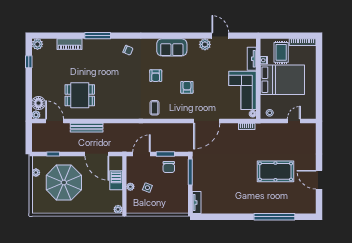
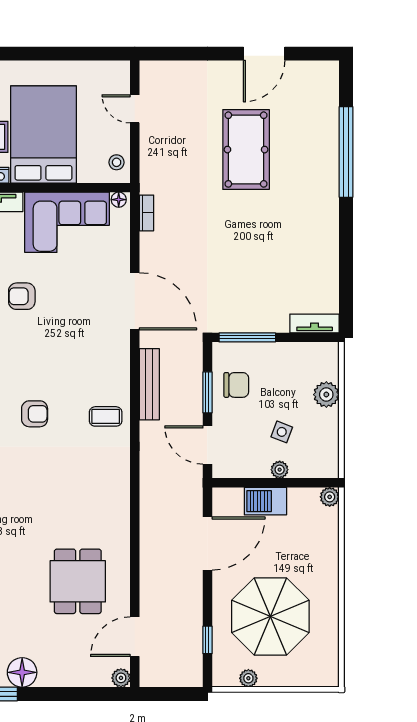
armchair: (187, 87) -> (22, 296), moved
floor lamp: (38, 103) -> (22, 672), moved
bench: (87, 128) -> (149, 384), moved
plant: (164, 208) -> (326, 395), added

